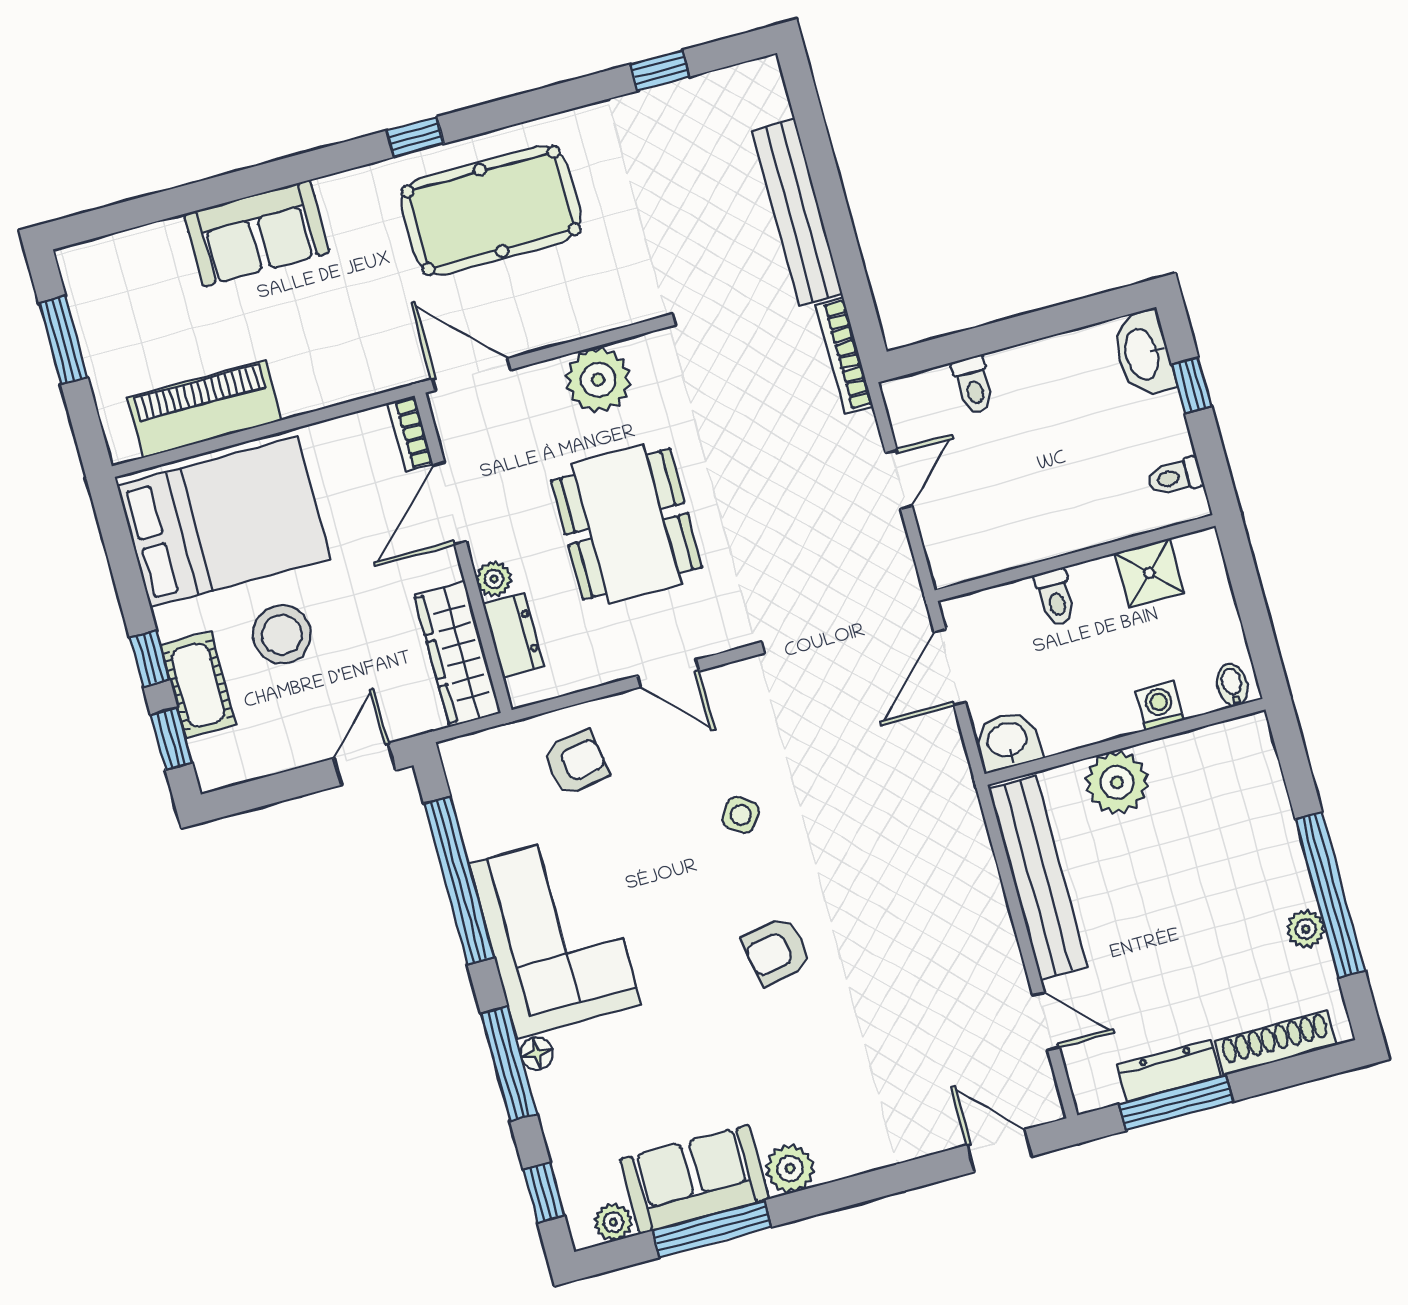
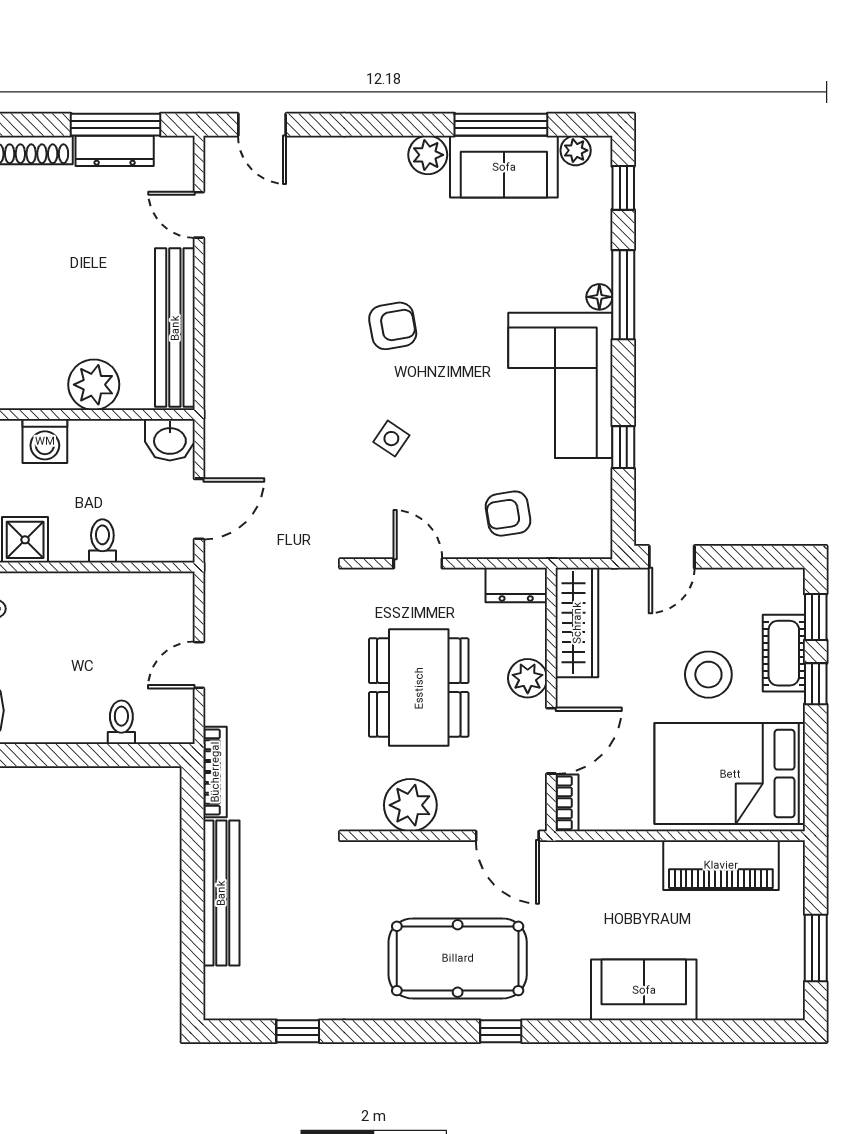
plant: (494, 579) -> (528, 678), width x1.38, depth x1.38
dresser: (513, 635) -> (516, 585), moved, turned -90
washing machine: (1160, 706) -> (45, 441), width x1.38, depth x1.38
window: (459, 880) -> (623, 447), width x0.32

